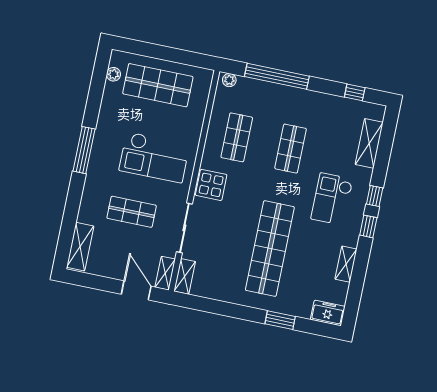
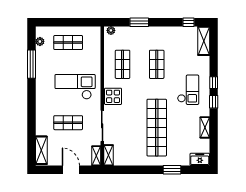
window: (277, 76) -> (139, 22), width x0.47
shop shelf: (158, 85) -> (68, 43), width x0.70, depth x0.74
shelving: (369, 143) -> (204, 41), moved
window: (84, 150) -> (32, 64), moved
checkout: (154, 157) -> (75, 87), turned 180
checkout: (332, 199) -> (188, 90), turned 180
door: (136, 290) -> (71, 170), moved

